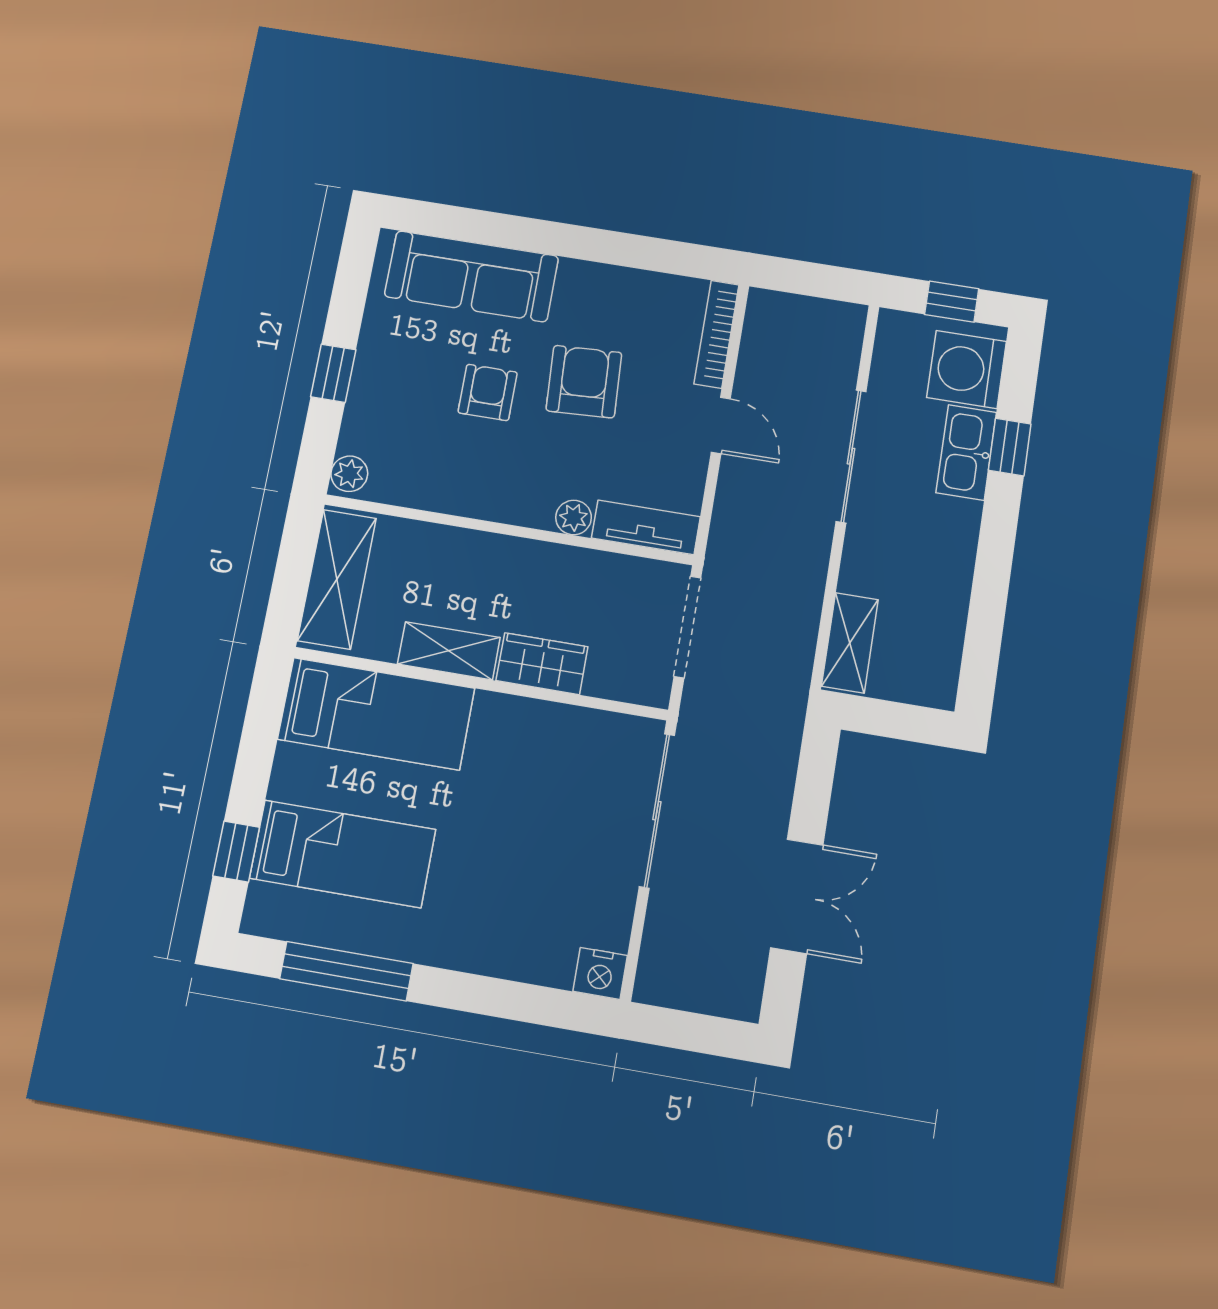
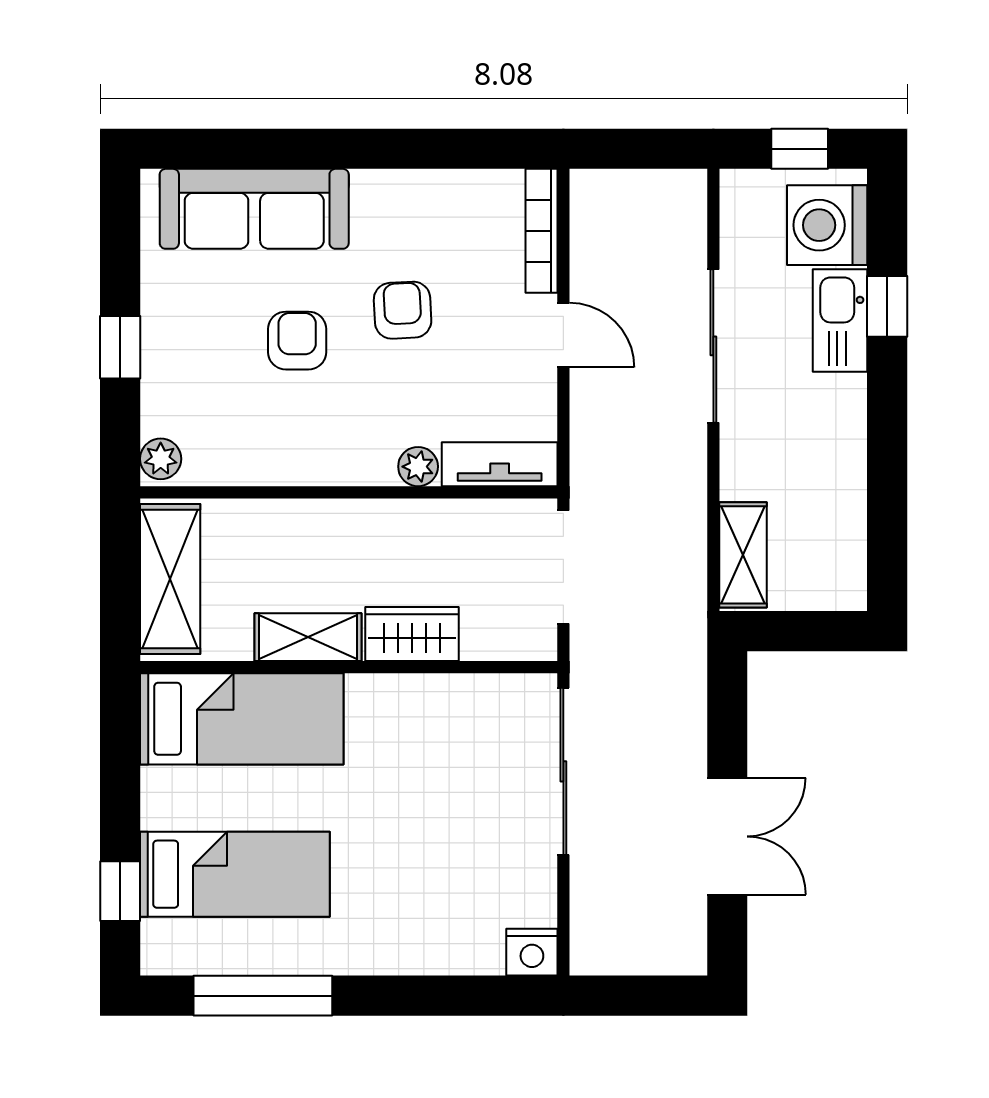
armchair: (584, 382) -> (403, 310), width x0.72, depth x0.72

